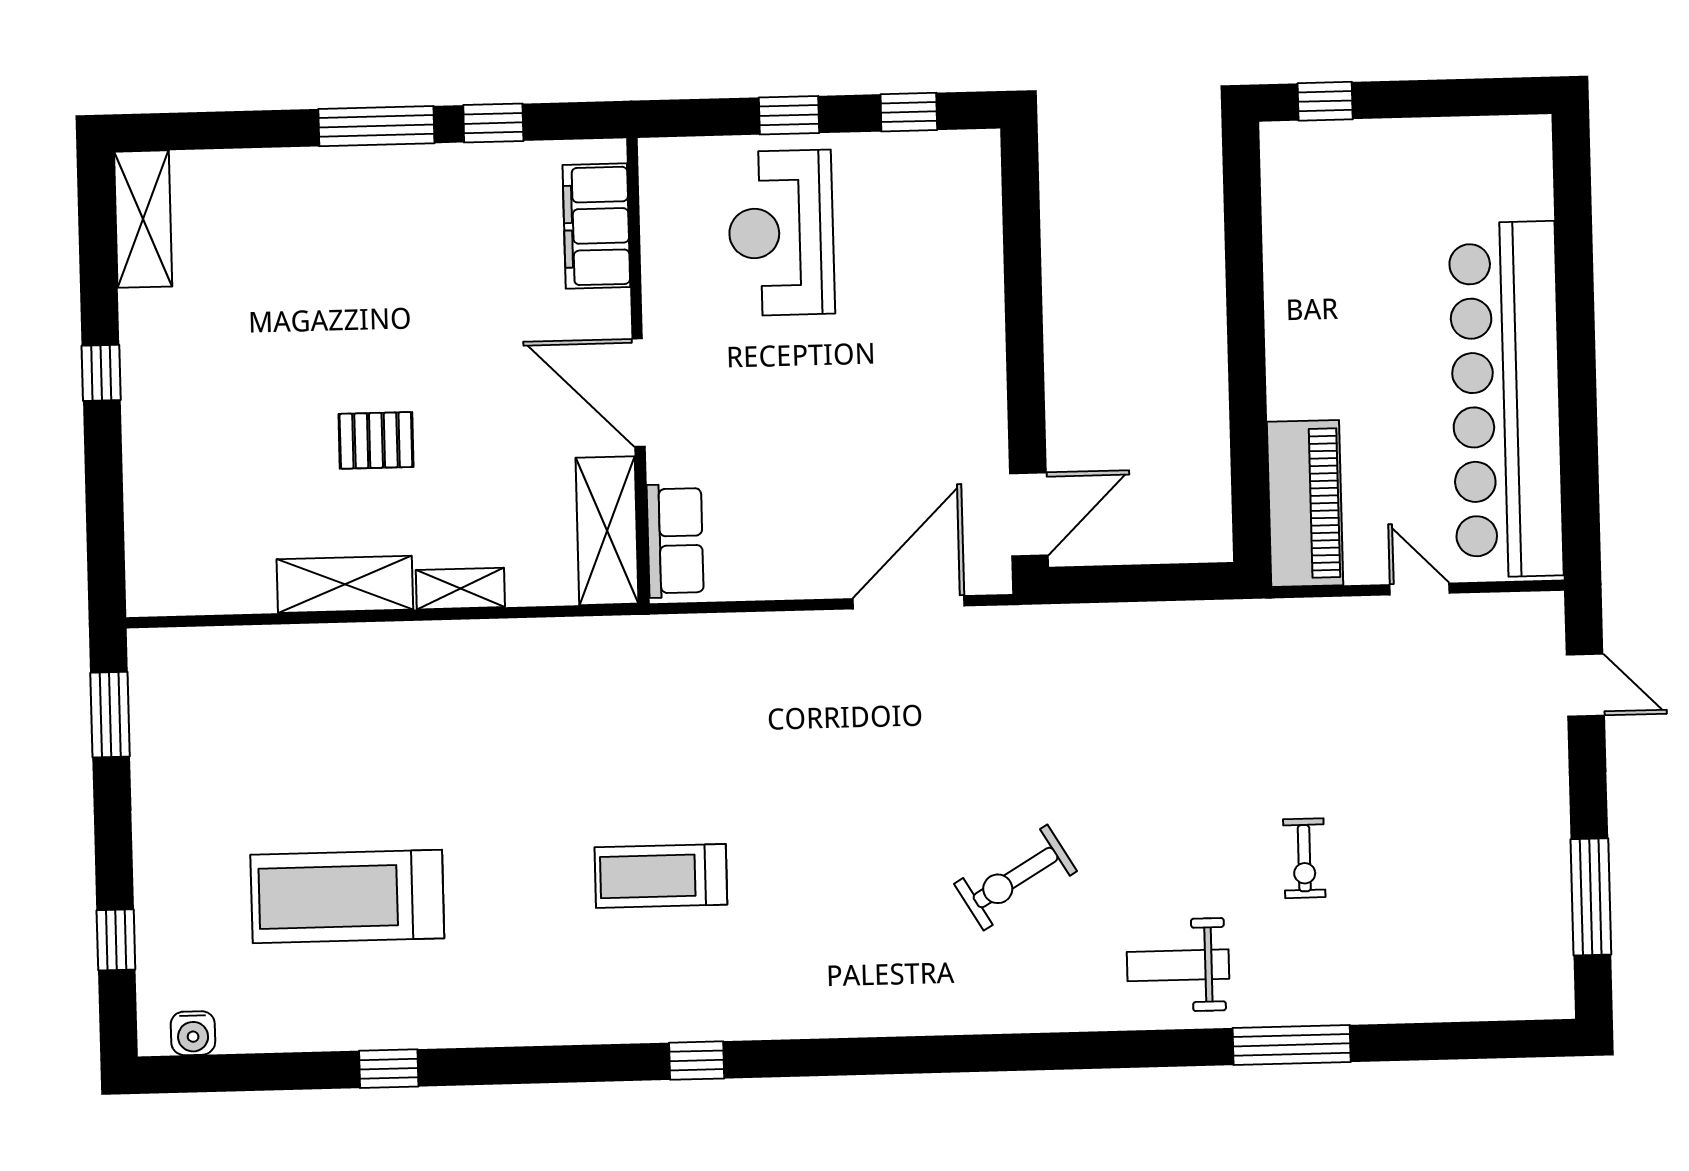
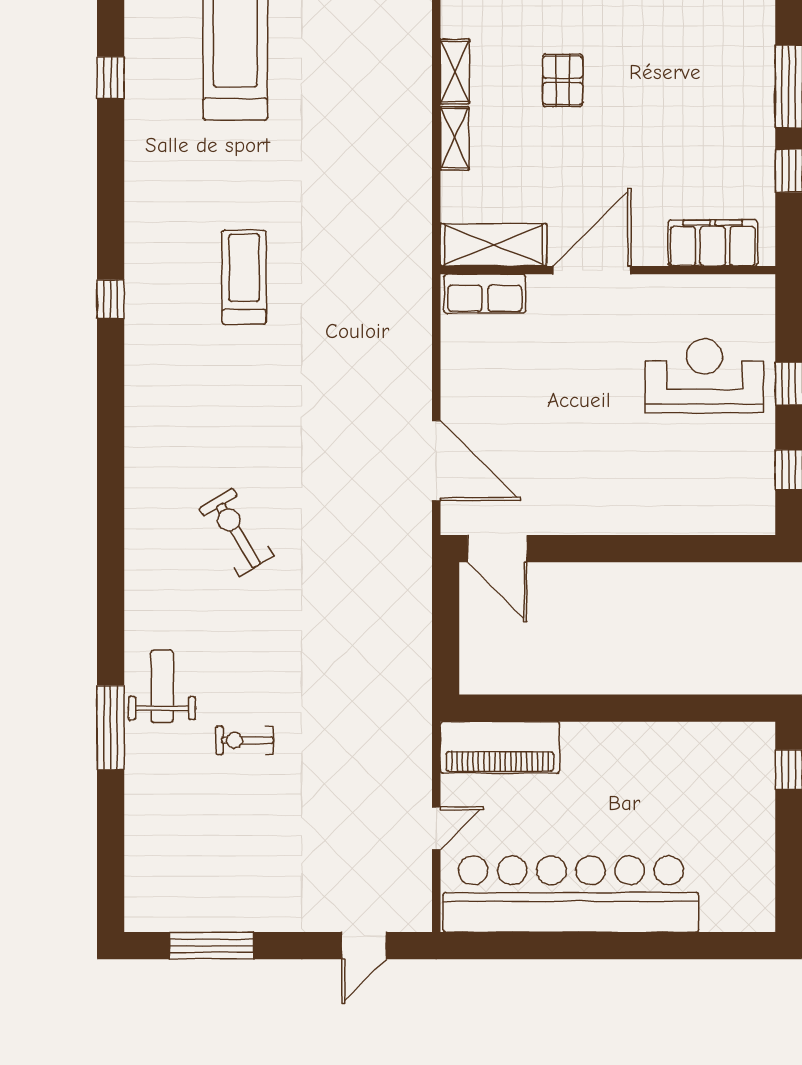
shelving: (345, 584) -> (455, 72), width x0.67, depth x0.75
weight bench: (1178, 965) -> (162, 686), moved

